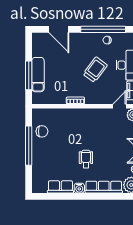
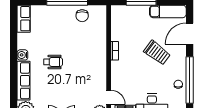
trolley: (95, 70) -> (157, 53), moved
exam couch: (38, 75) -> (168, 11), moved
row of seats: (60, 187) -> (24, 19), moved

